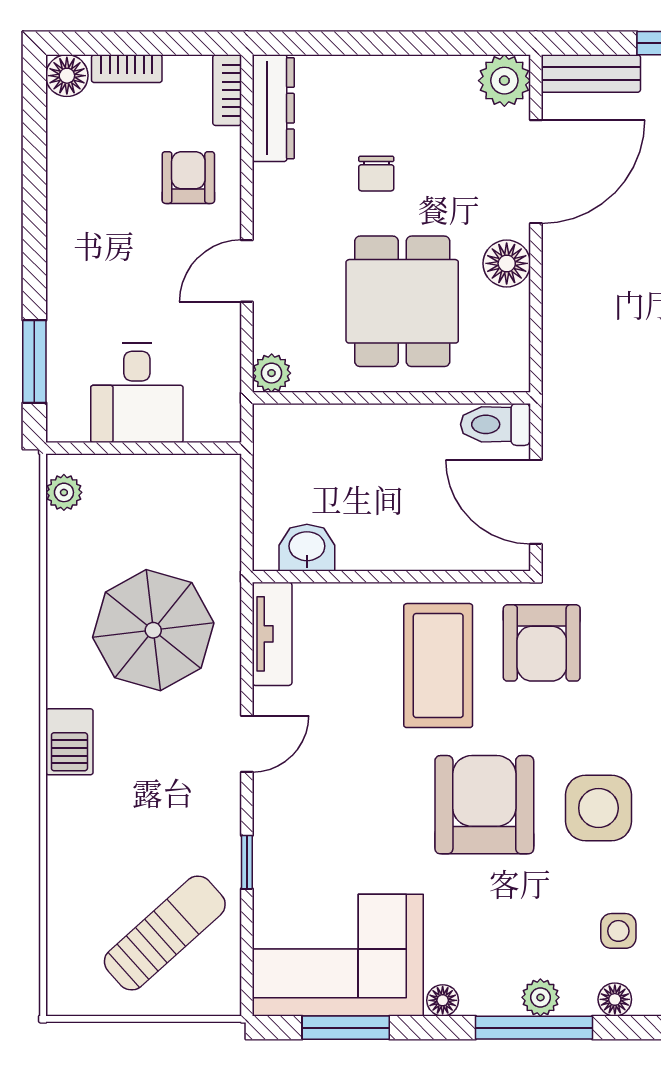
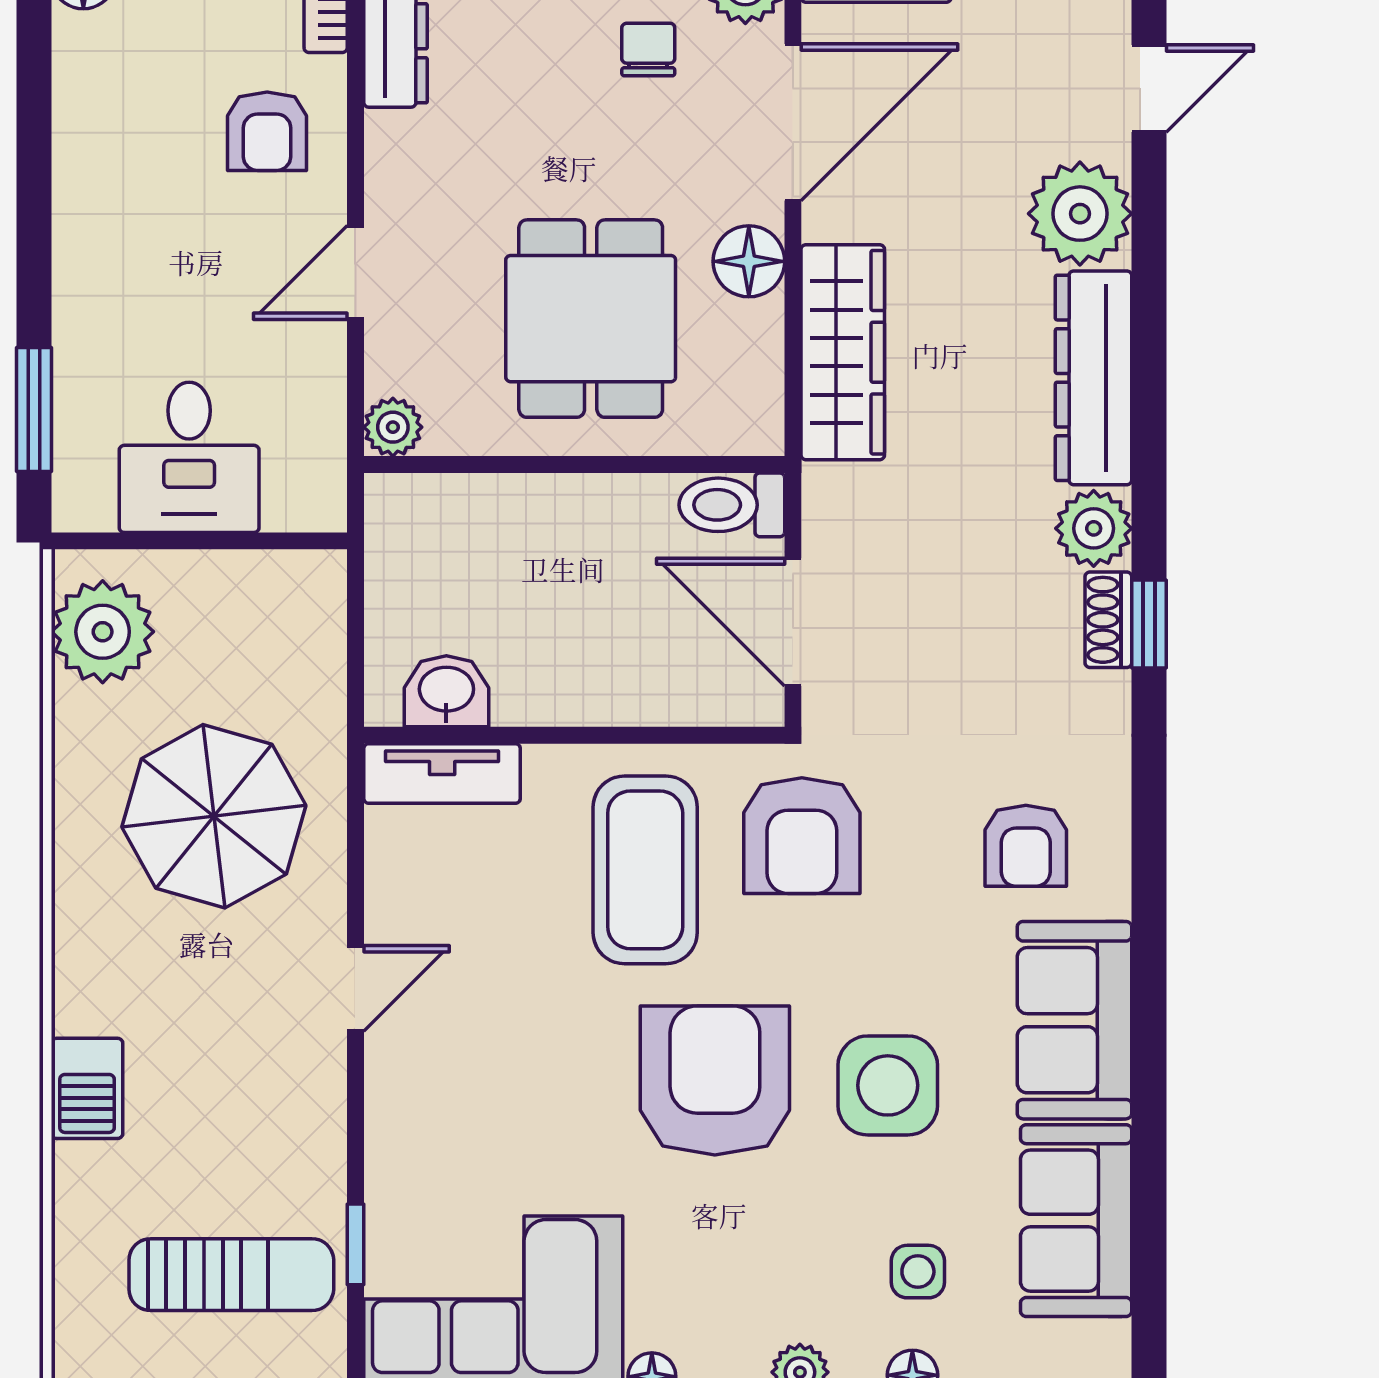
chair: (376, 174) -> (648, 50), moved, turned 180
armchair: (188, 178) -> (267, 131), turned 180
wardrobe: (569, 324) -> (843, 352), added
plant: (64, 492) -> (103, 632), width x1.88, depth x1.88
tv unit: (272, 634) -> (442, 773), moved, turned 90
barbecue: (69, 742) -> (87, 1088), moved
window: (247, 862) -> (355, 1244), moved
sun lounger: (165, 933) -> (231, 1275), turned 42

